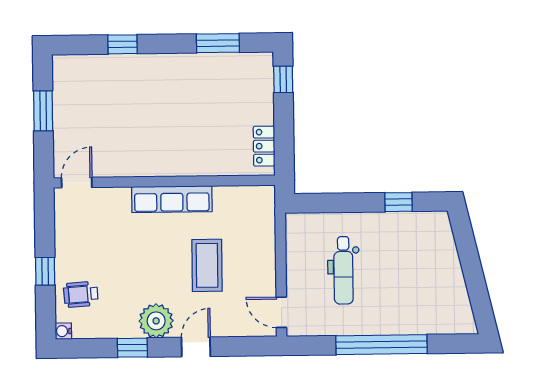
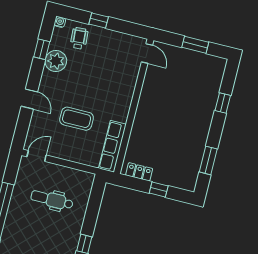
window: (283, 79) -> (159, 190), moved
row of seats: (172, 199) -> (112, 146), moved
plant: (156, 321) -> (56, 61), moved
window: (132, 348) -> (42, 49), moved

